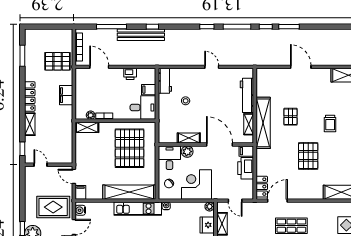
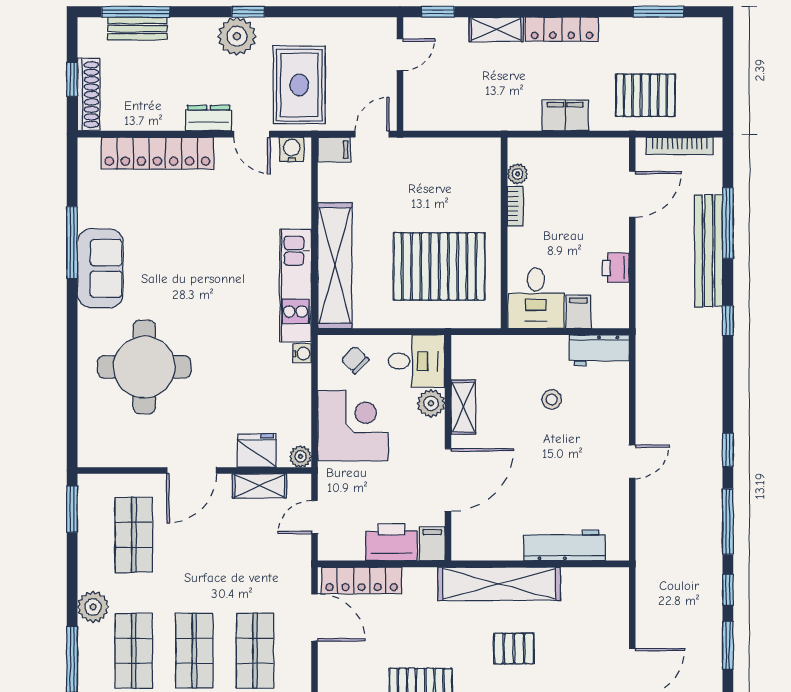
bench: (141, 35) -> (709, 251), moved
pallet: (58, 61) -> (645, 95), turned 90
shelving: (249, 124) -> (496, 549), removed
shelving: (87, 127) -> (488, 166), removed
locker: (262, 187) -> (362, 580), width x1.53

